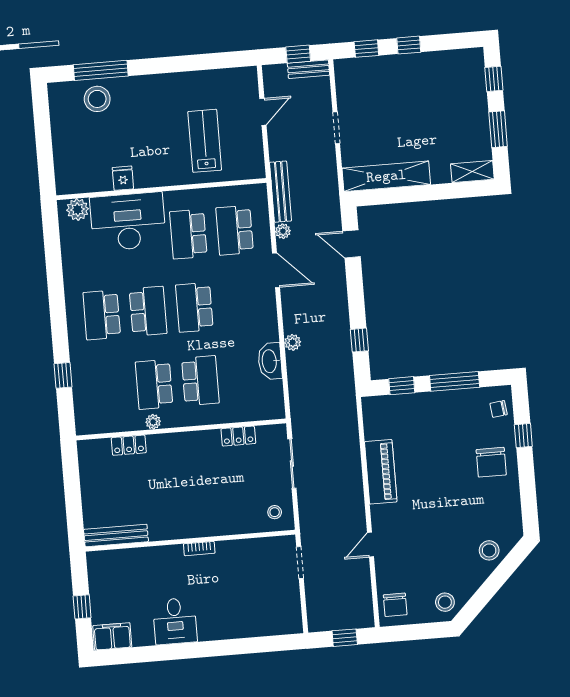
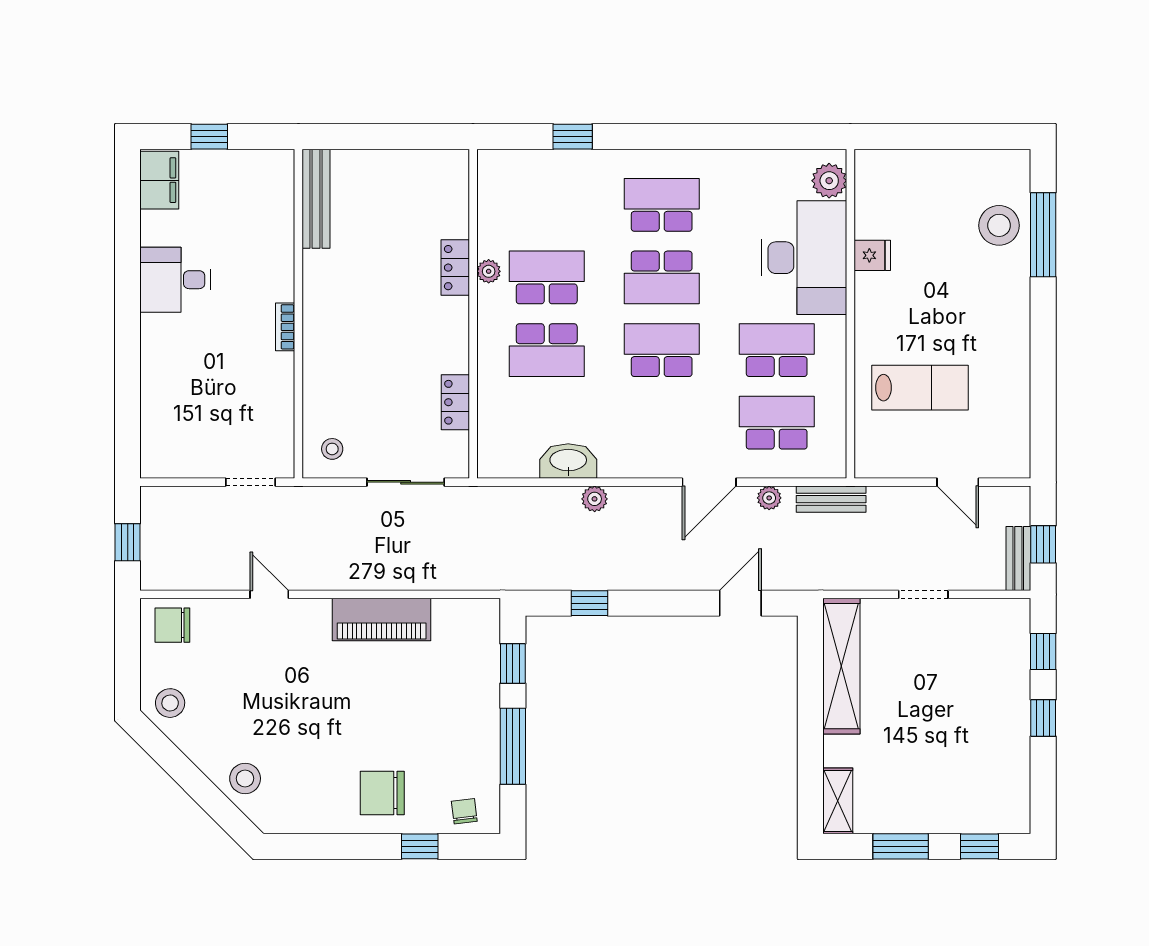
bench: (280, 192) -> (831, 499), width x0.73
locker: (129, 445) -> (455, 268), moved

